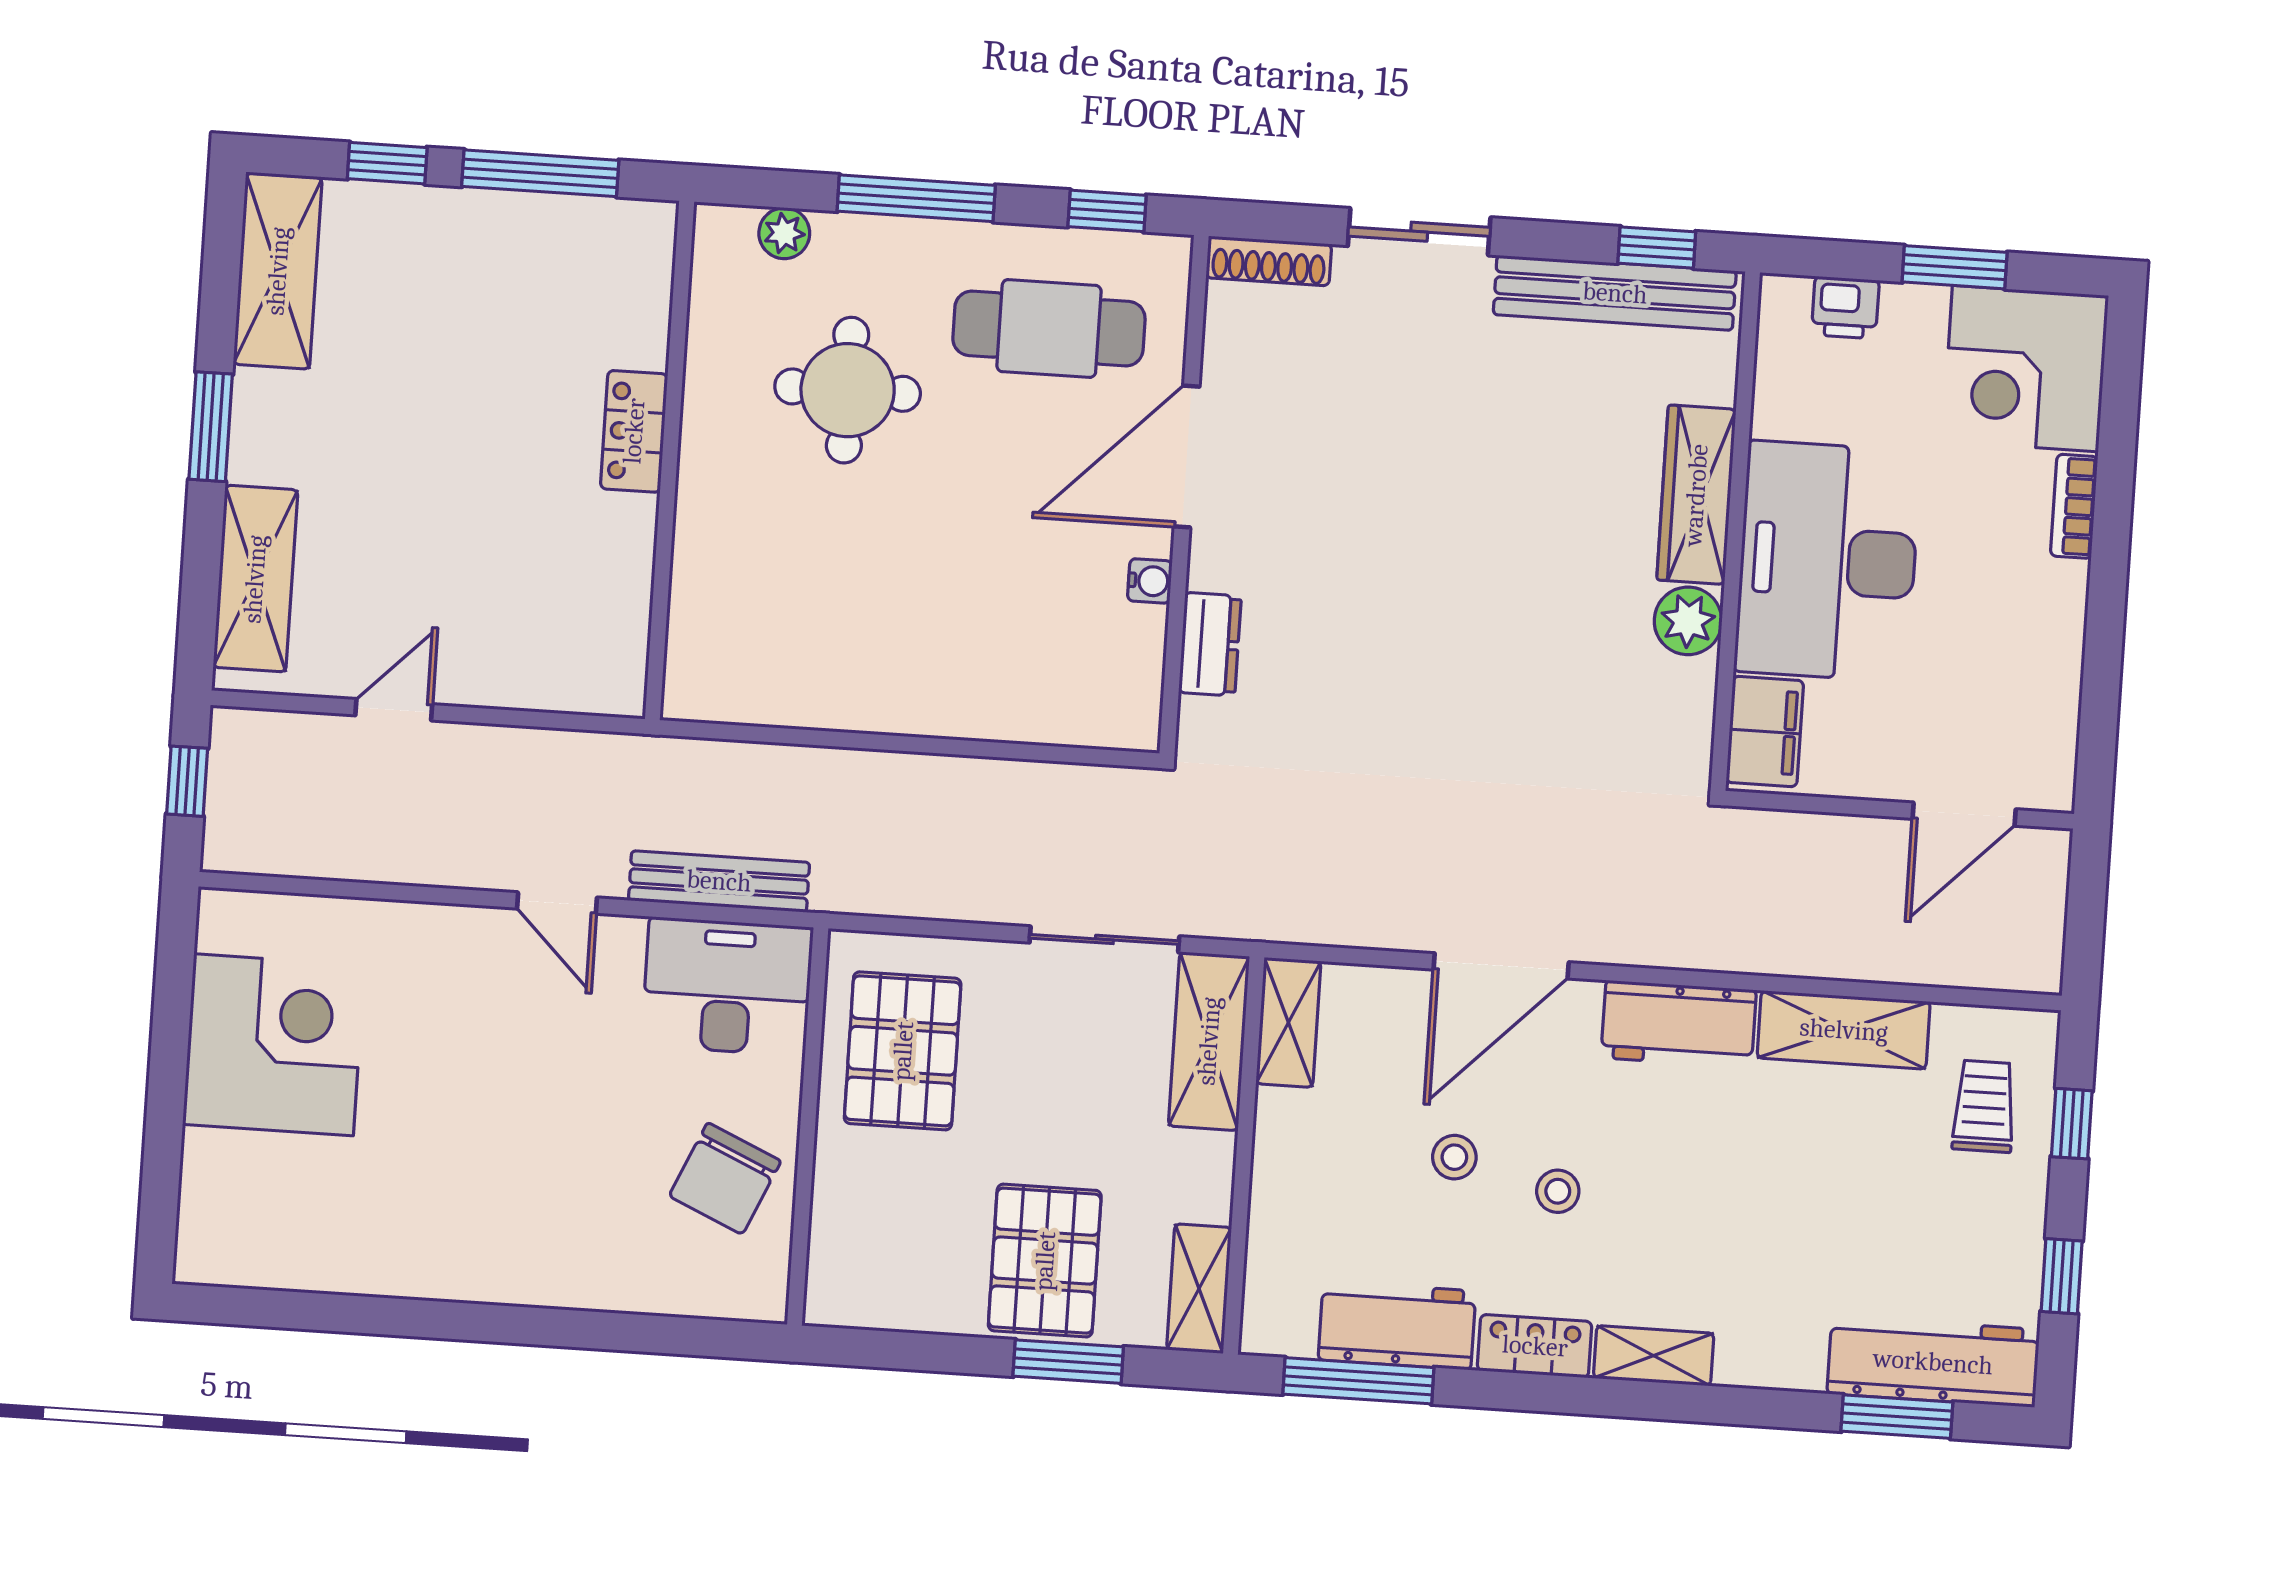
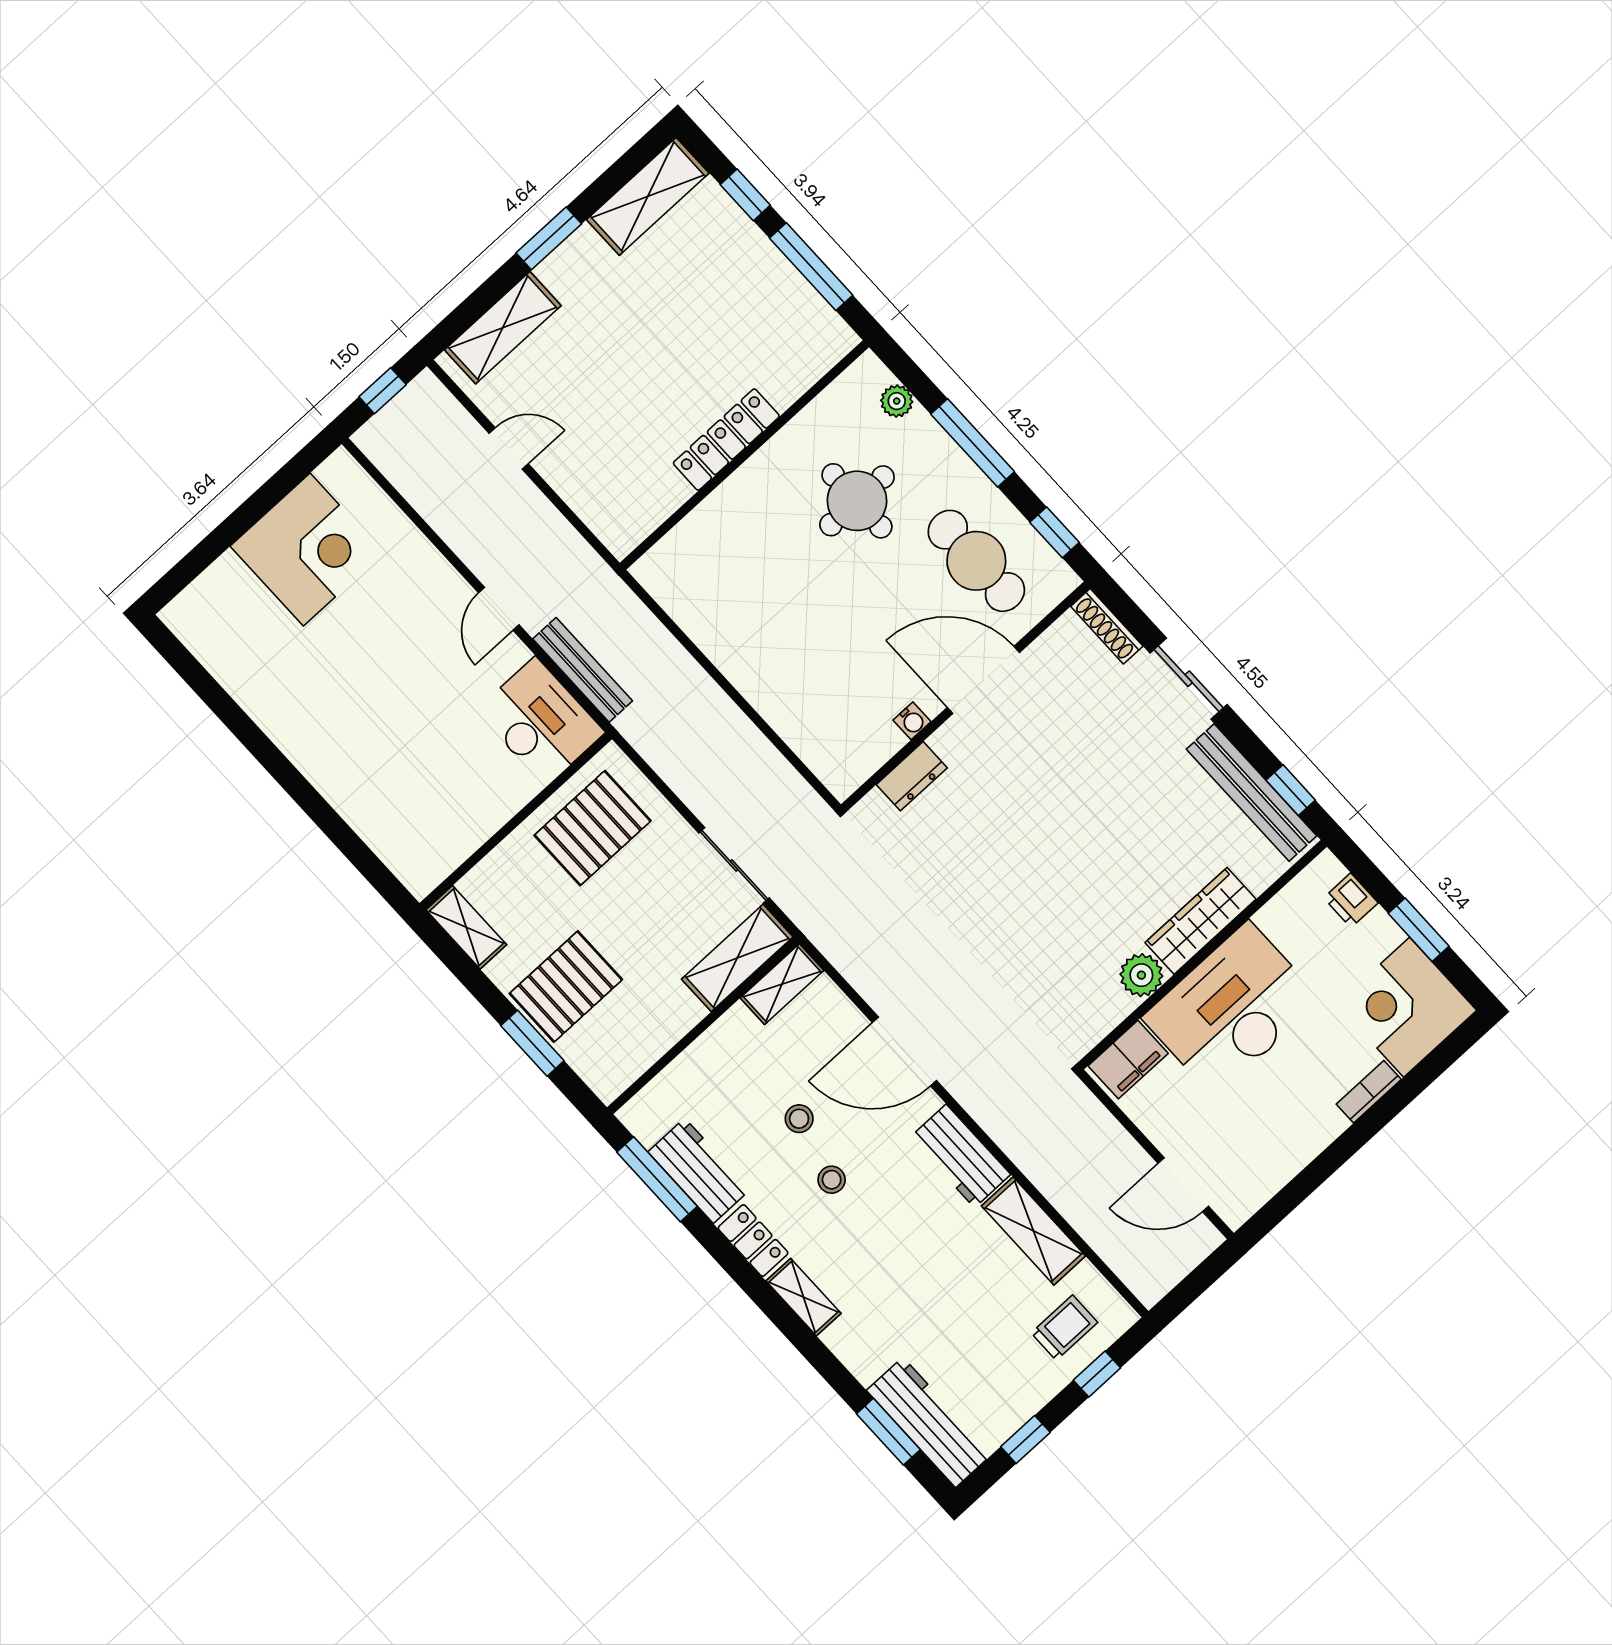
locker: (634, 431) -> (726, 440), width x1.53
chair: (725, 1179) -> (455, 809), removed
shelving: (1199, 1289) -> (466, 927), moved, turned 90

